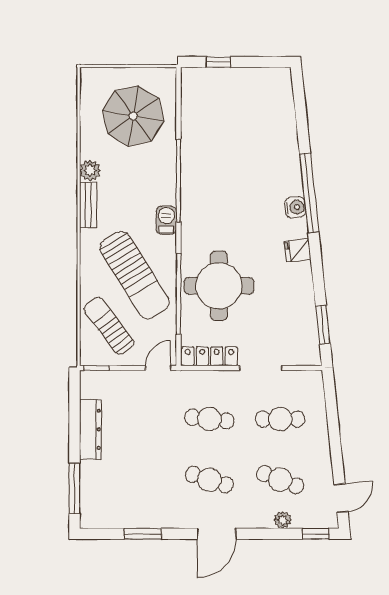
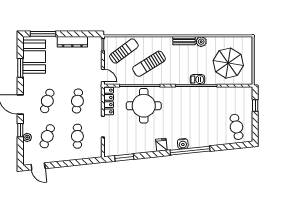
cafe table: (261, 99) -> (236, 127), added
barbecue: (166, 220) -> (197, 80), moved
sun lounger: (135, 275) -> (149, 64), width x0.73, depth x0.75
booth: (120, 506) -> (34, 57), added
window: (316, 534) -> (20, 130), moved

